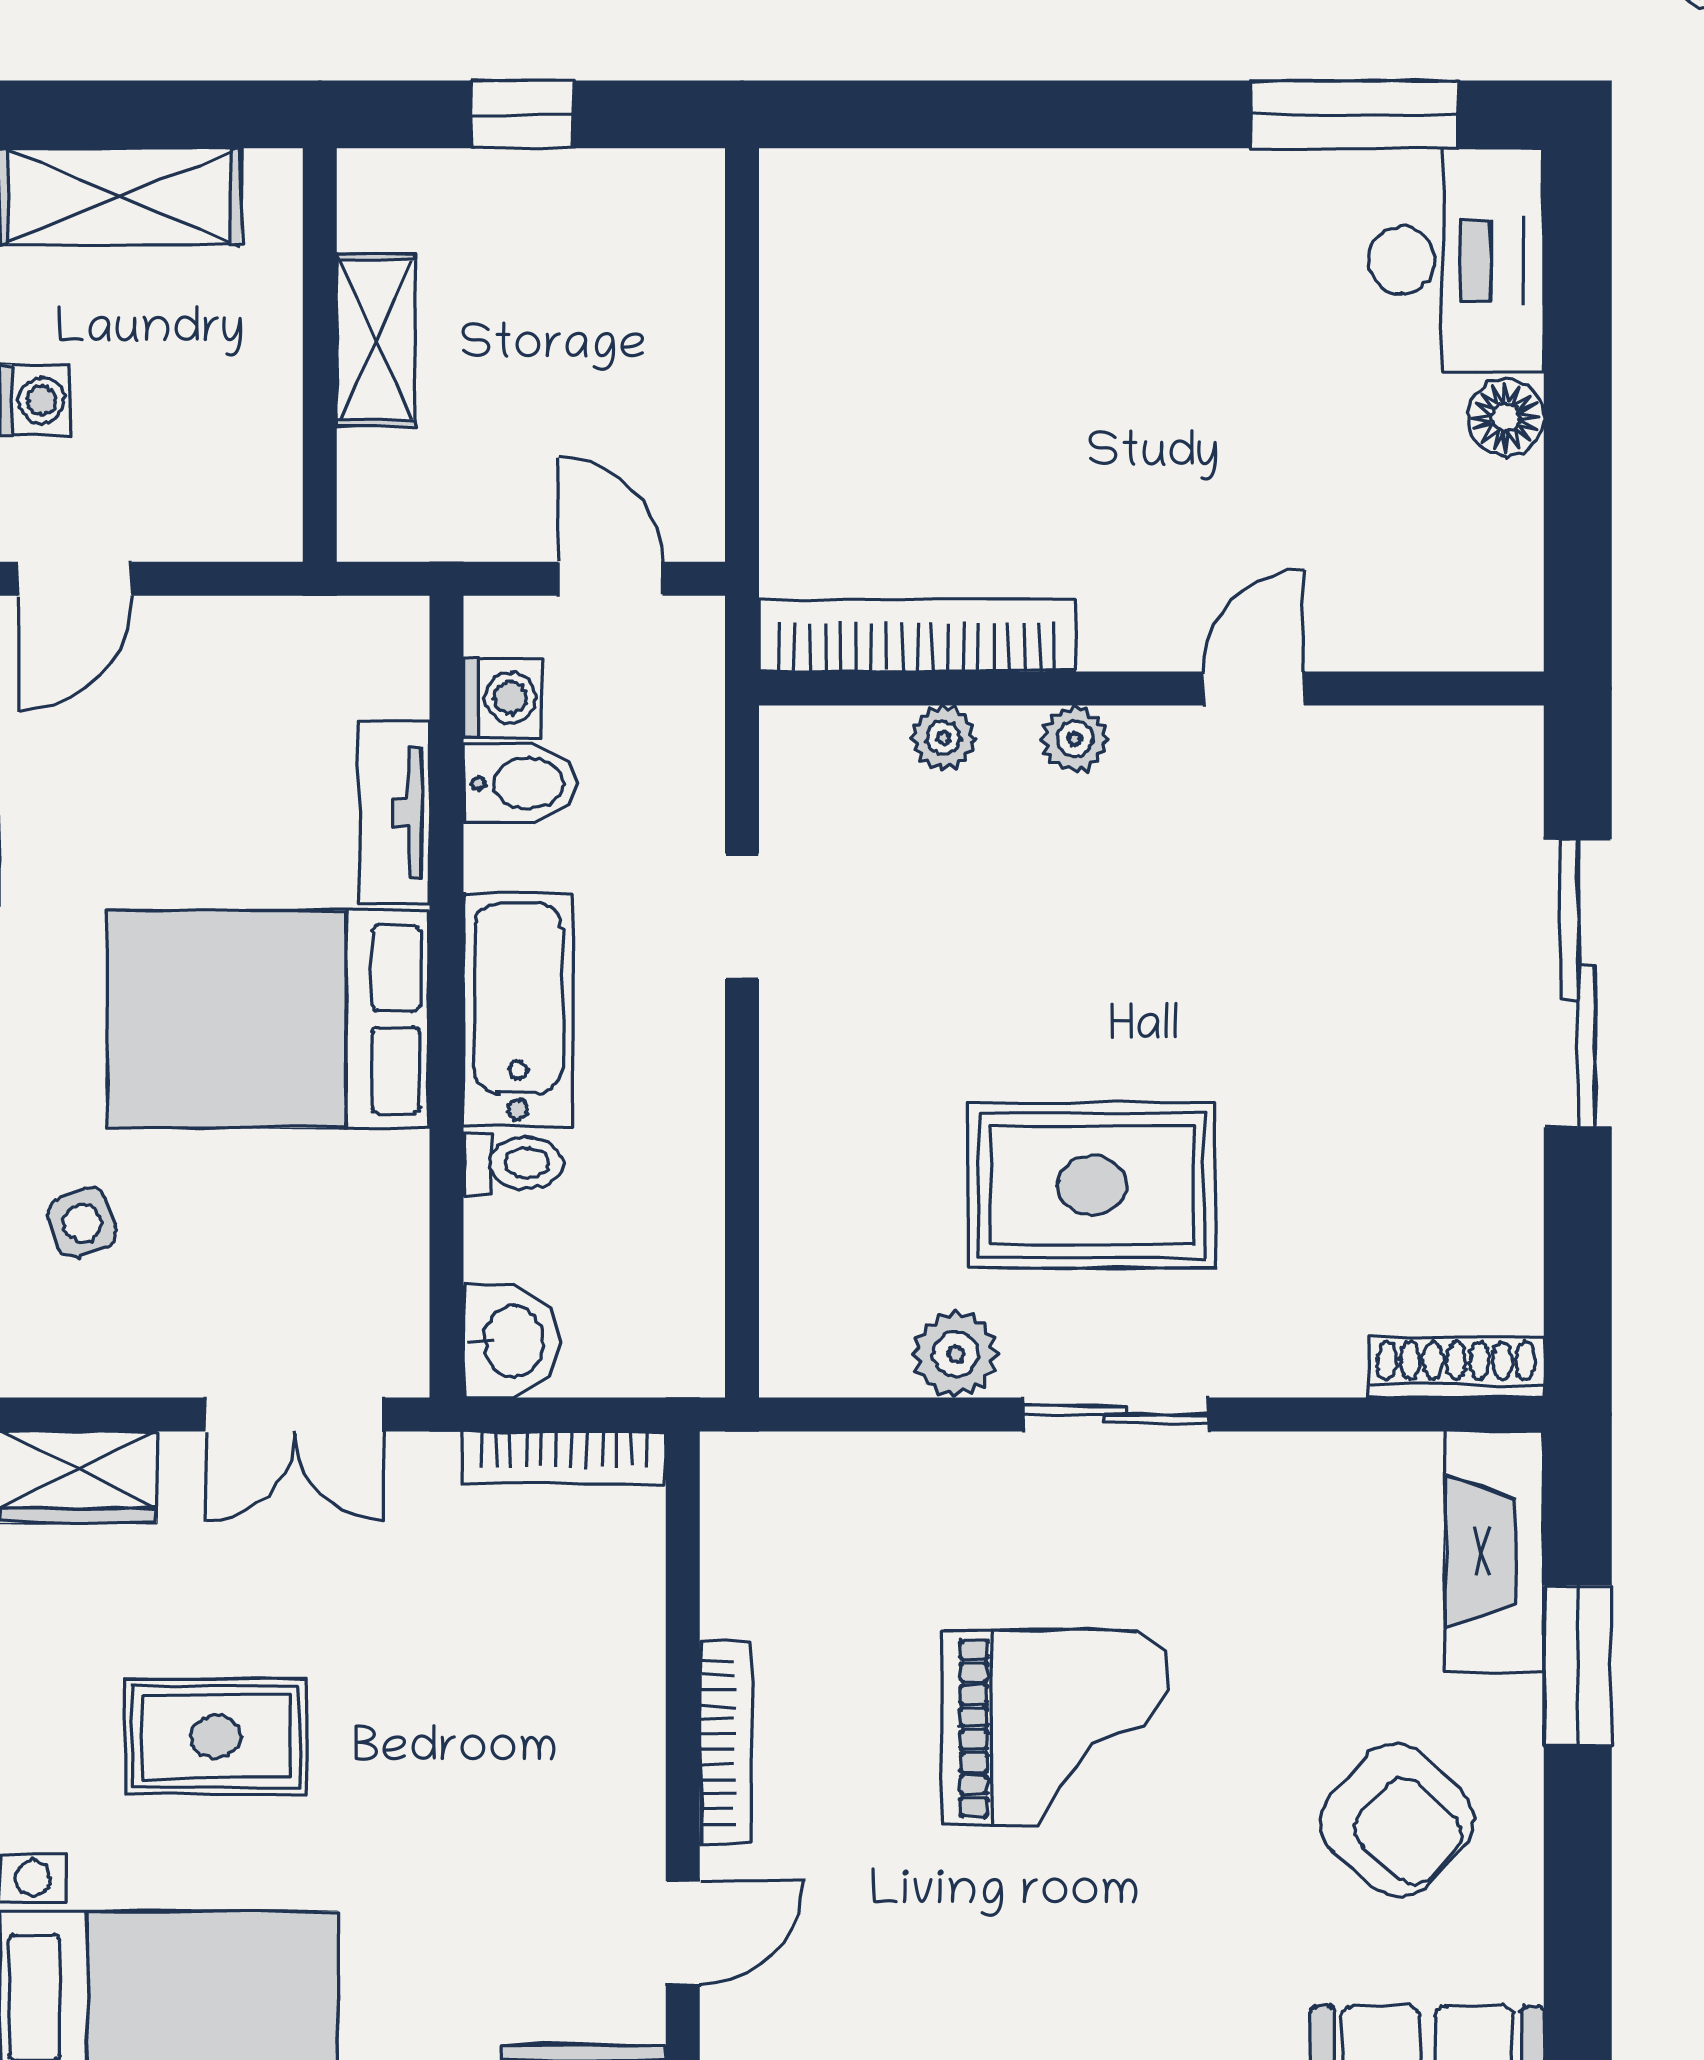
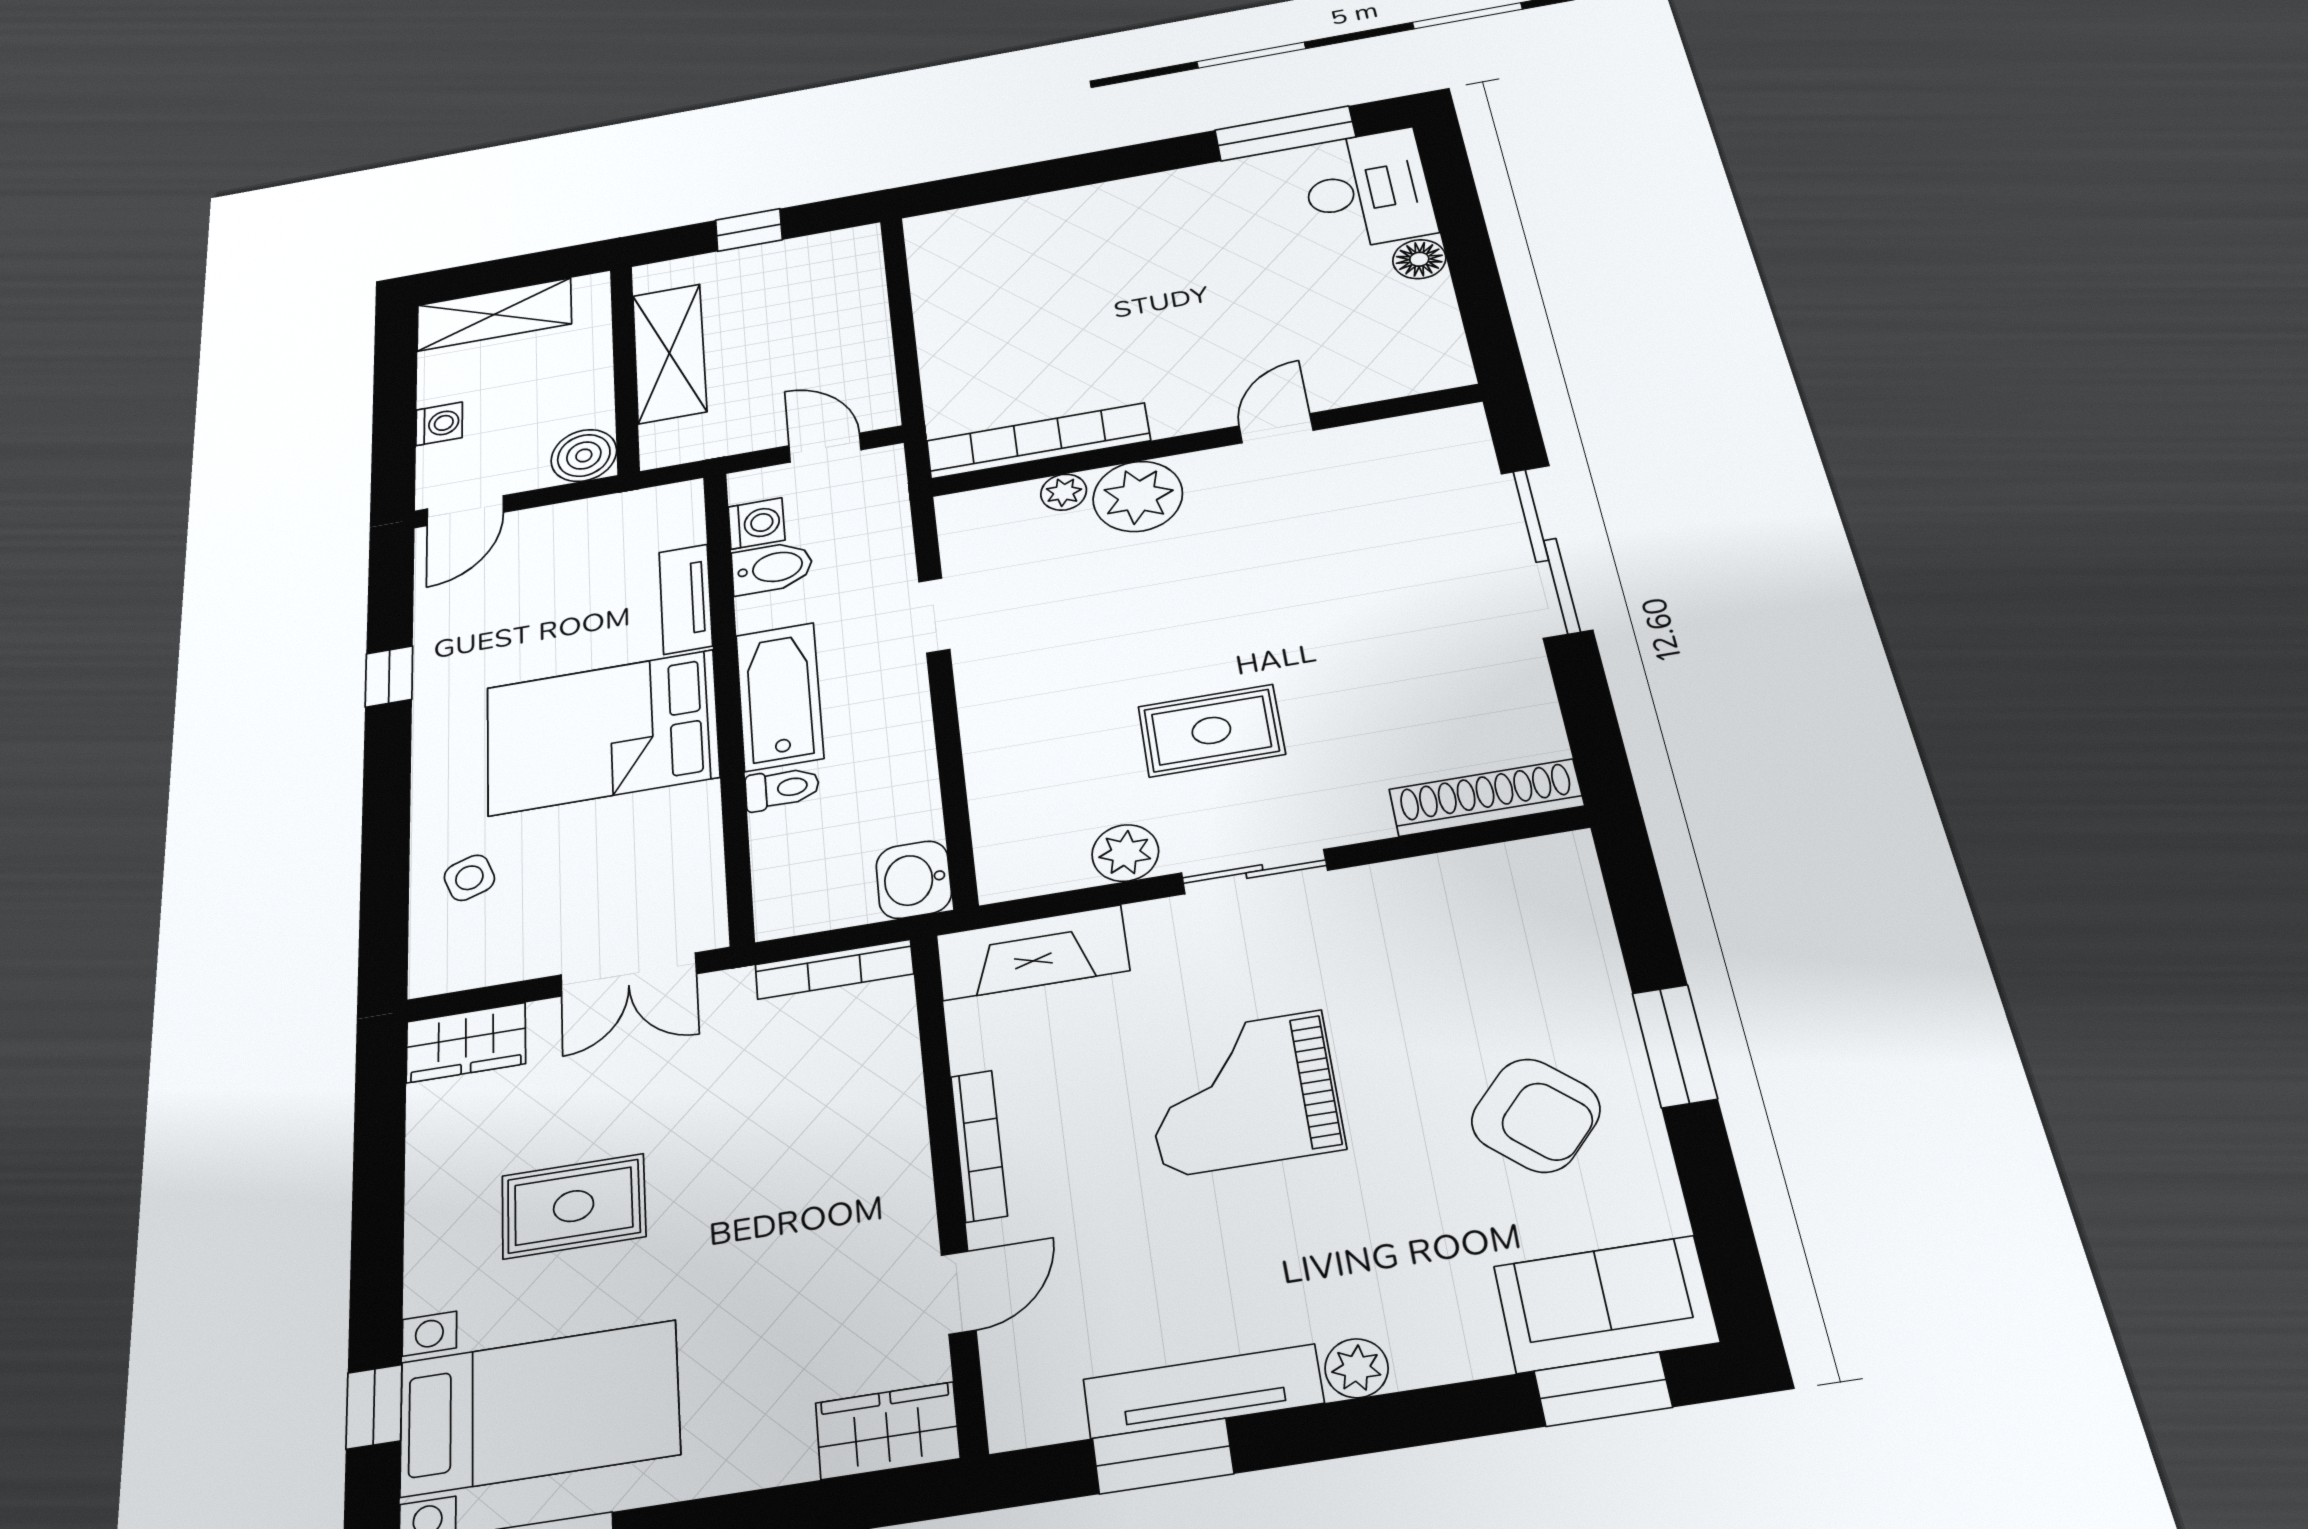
shelving: (376, 340) -> (669, 353), width x1.50, depth x1.33
boiler: (254, 513) -> (584, 455), added
plant: (1075, 739) -> (1138, 496), width x1.88, depth x1.88
rug: (1092, 1185) -> (1211, 730), width x0.73, depth x0.70
washbasin: (511, 1341) -> (914, 880), moved, turned 180
shoe rack: (1456, 1368) -> (1486, 798), width x1.36, depth x1.24
fireplace: (1495, 1552) -> (1032, 953), moved, turned -90
window: (1578, 1665) -> (1675, 1046), moved
grand piano: (1055, 1728) -> (1243, 1093), turned 180

